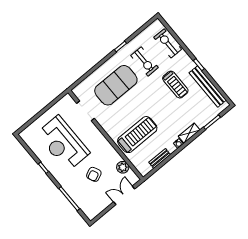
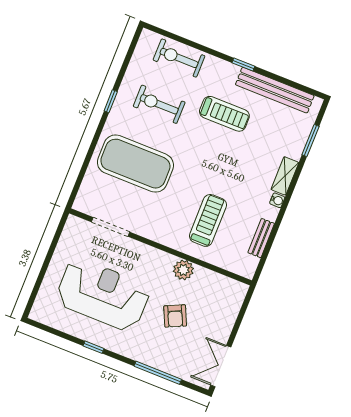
exercise bike: (145, 62) -> (159, 104), turned 180
exercise mat: (116, 85) -> (135, 164), turned 90
treadmill: (137, 135) -> (208, 220), width x0.73, depth x0.73
reception desk: (63, 143) -> (103, 295), turned 180
plant: (123, 167) -> (183, 270), moved
double door: (124, 195) -> (221, 366), moved

